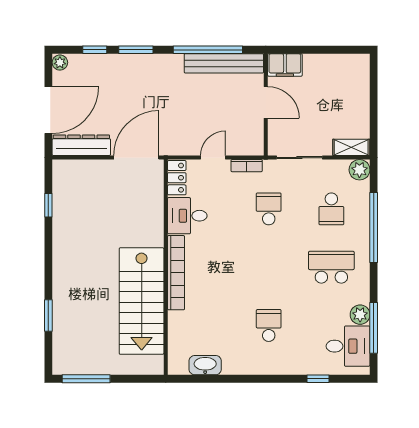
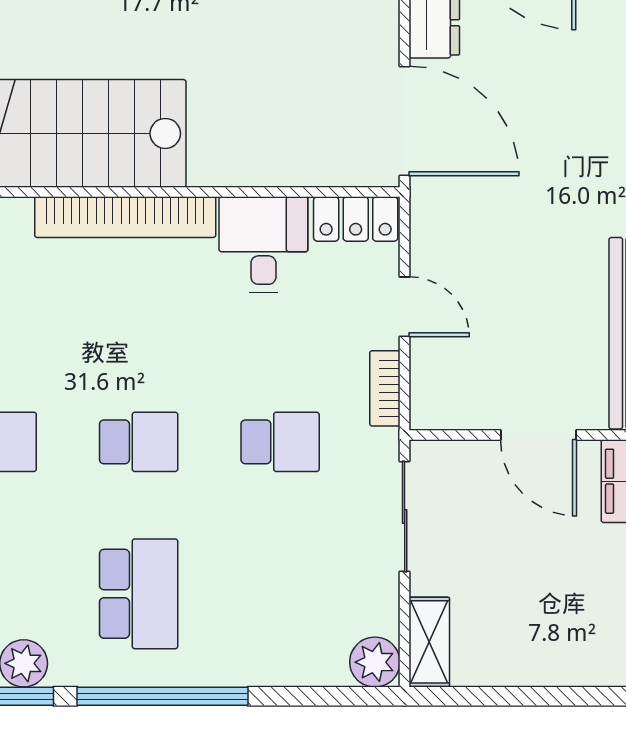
door: (266, 102) -> (538, 435), hinge flipped
school desk: (331, 209) -> (139, 442), moved, turned 180
window: (374, 228) -> (162, 696), moved

